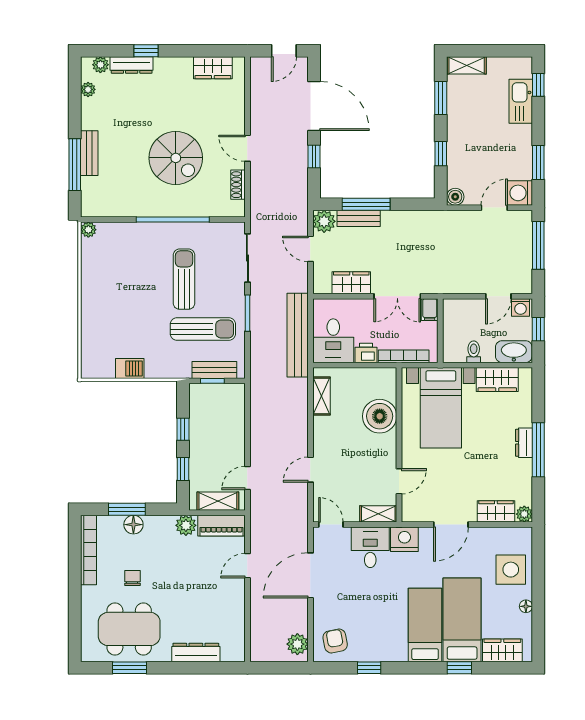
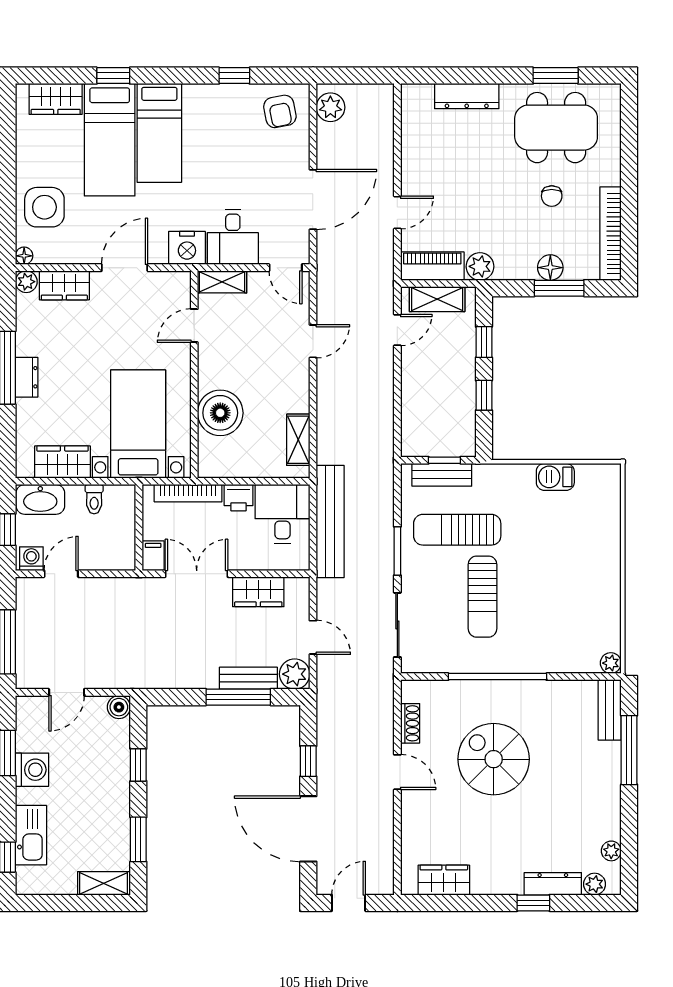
bench: (89, 153) -> (610, 710), moved
washing machine: (520, 193) -> (32, 770), moved
floor lamp: (526, 606) -> (24, 256), moved

